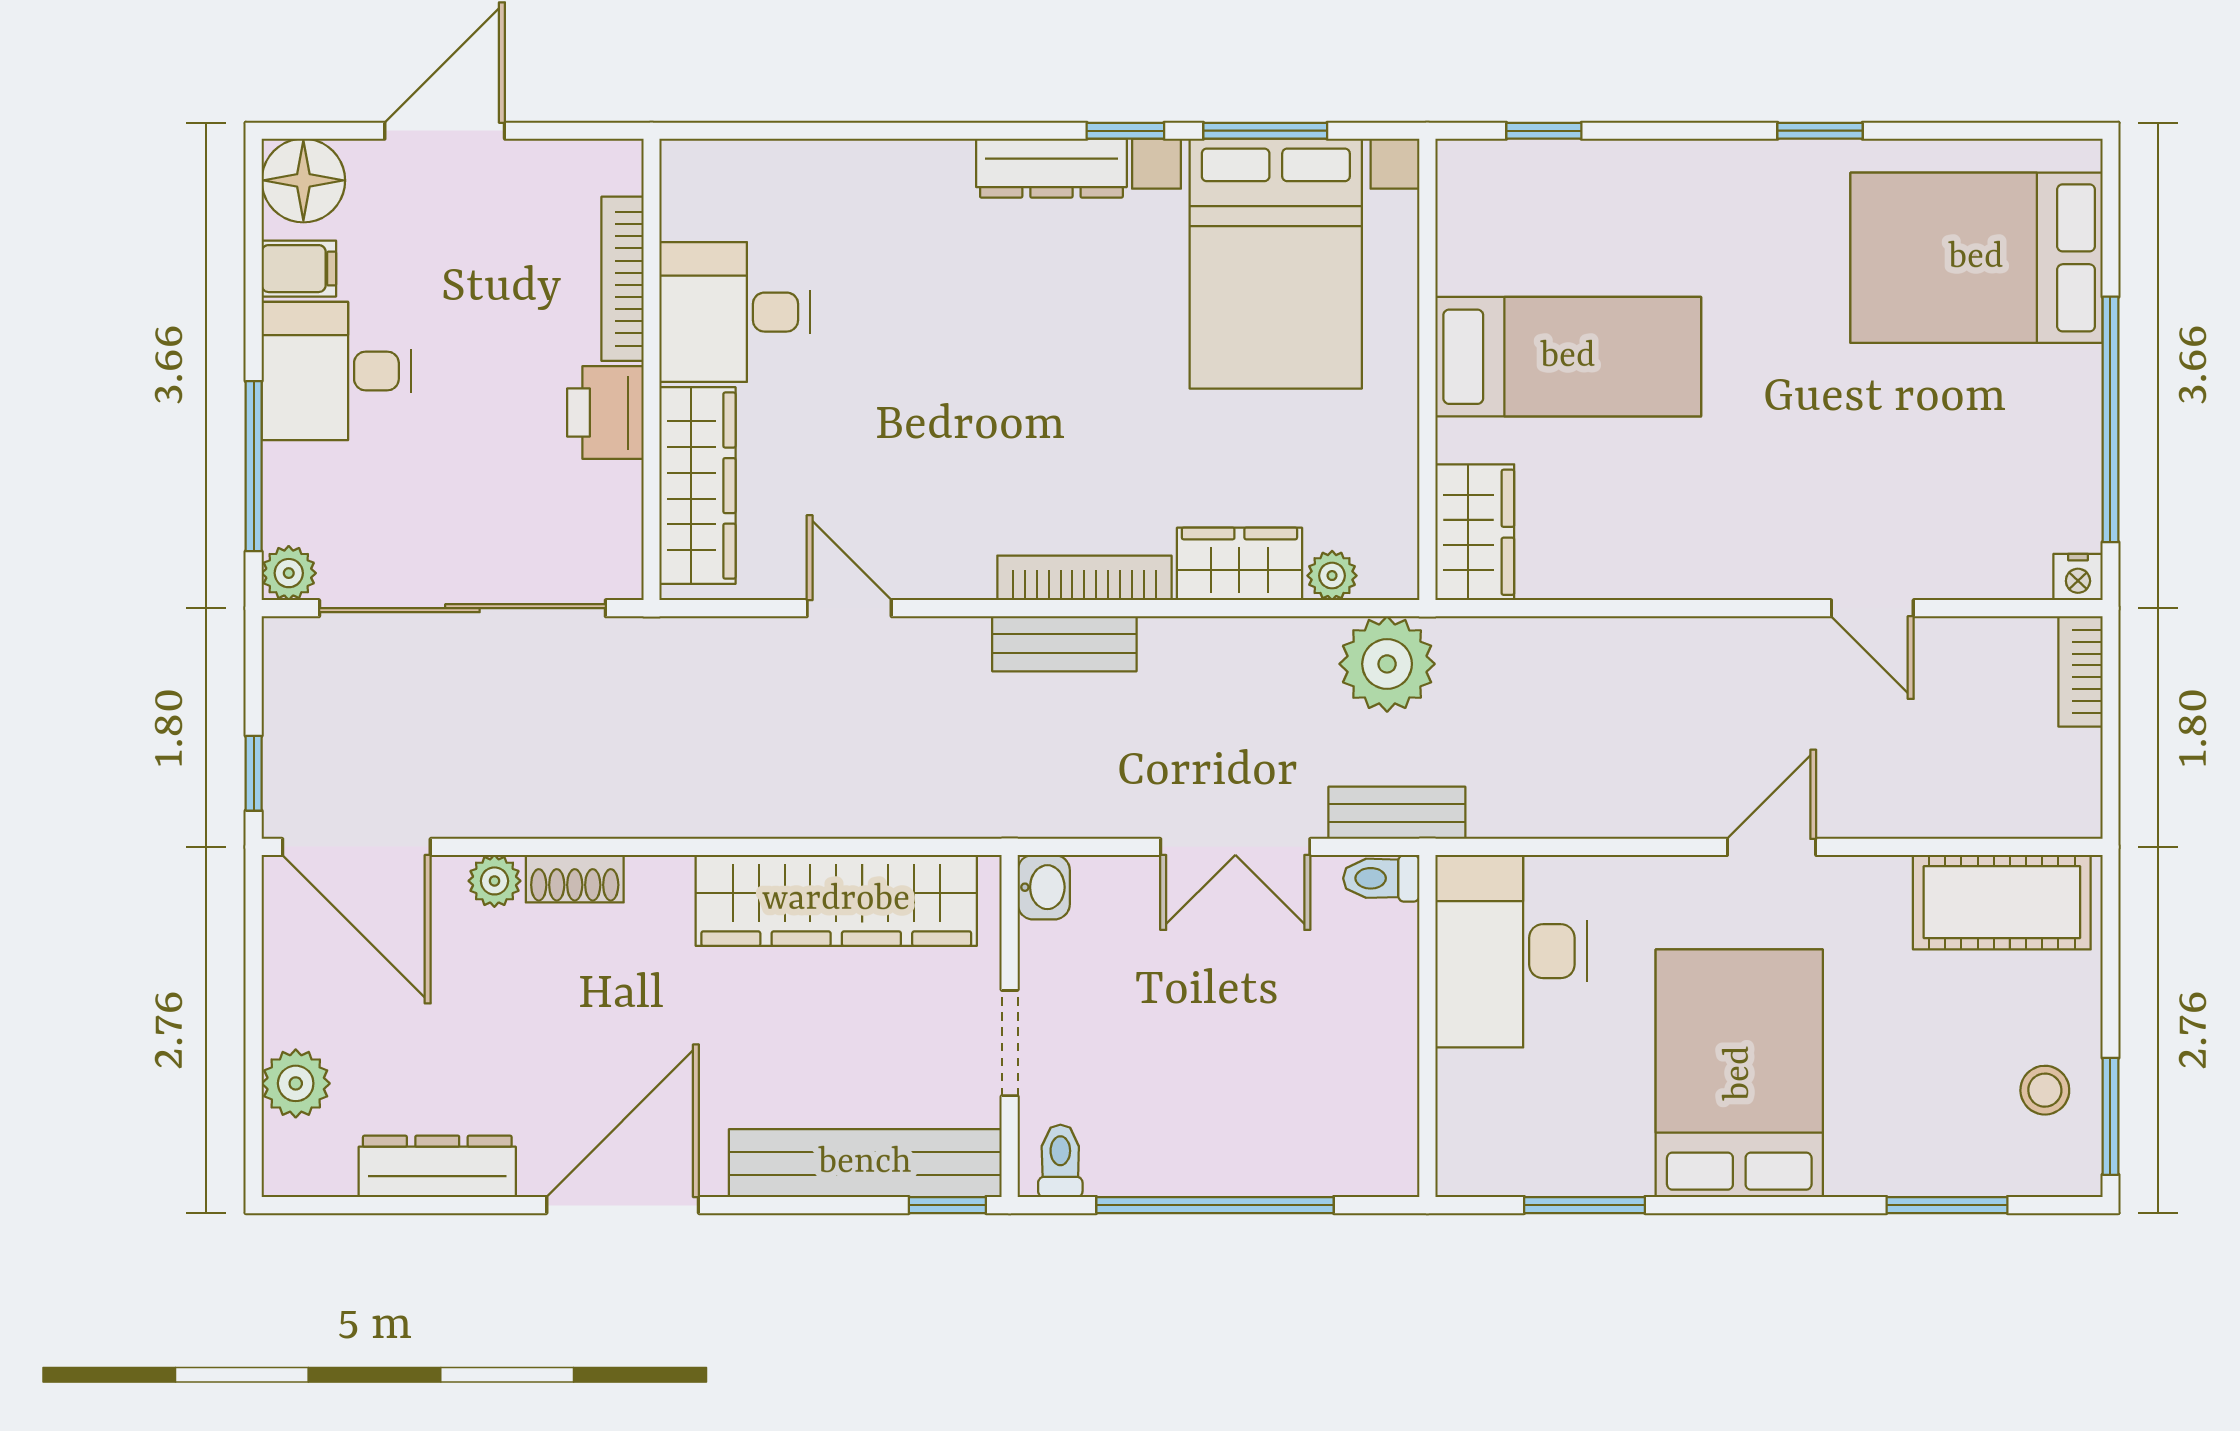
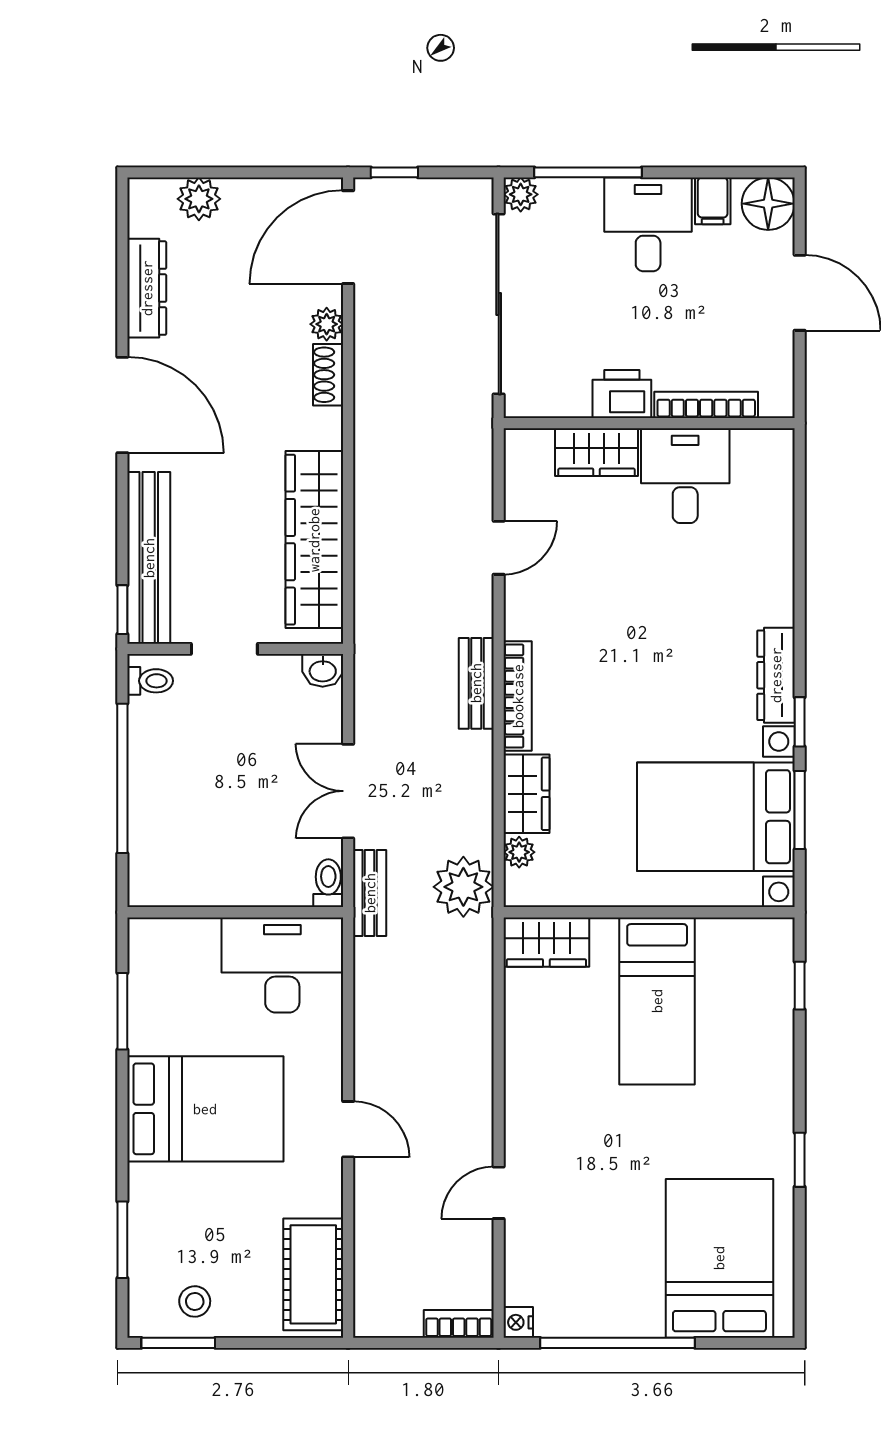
wardrobe: (697, 486) -> (596, 452), width x0.67

